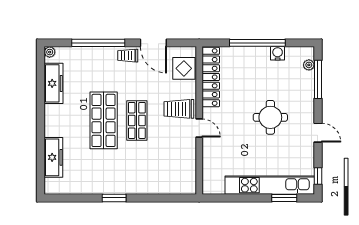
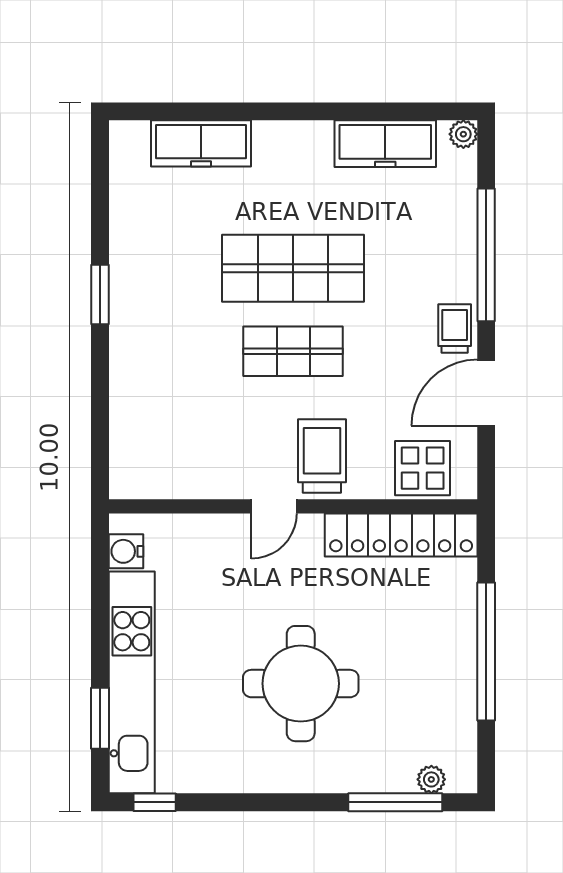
water cooler: (278, 53) -> (126, 551), moved, turned 180
round table: (270, 117) -> (301, 684), width x1.36, depth x1.36
door: (318, 133) -> (263, 802), removed

